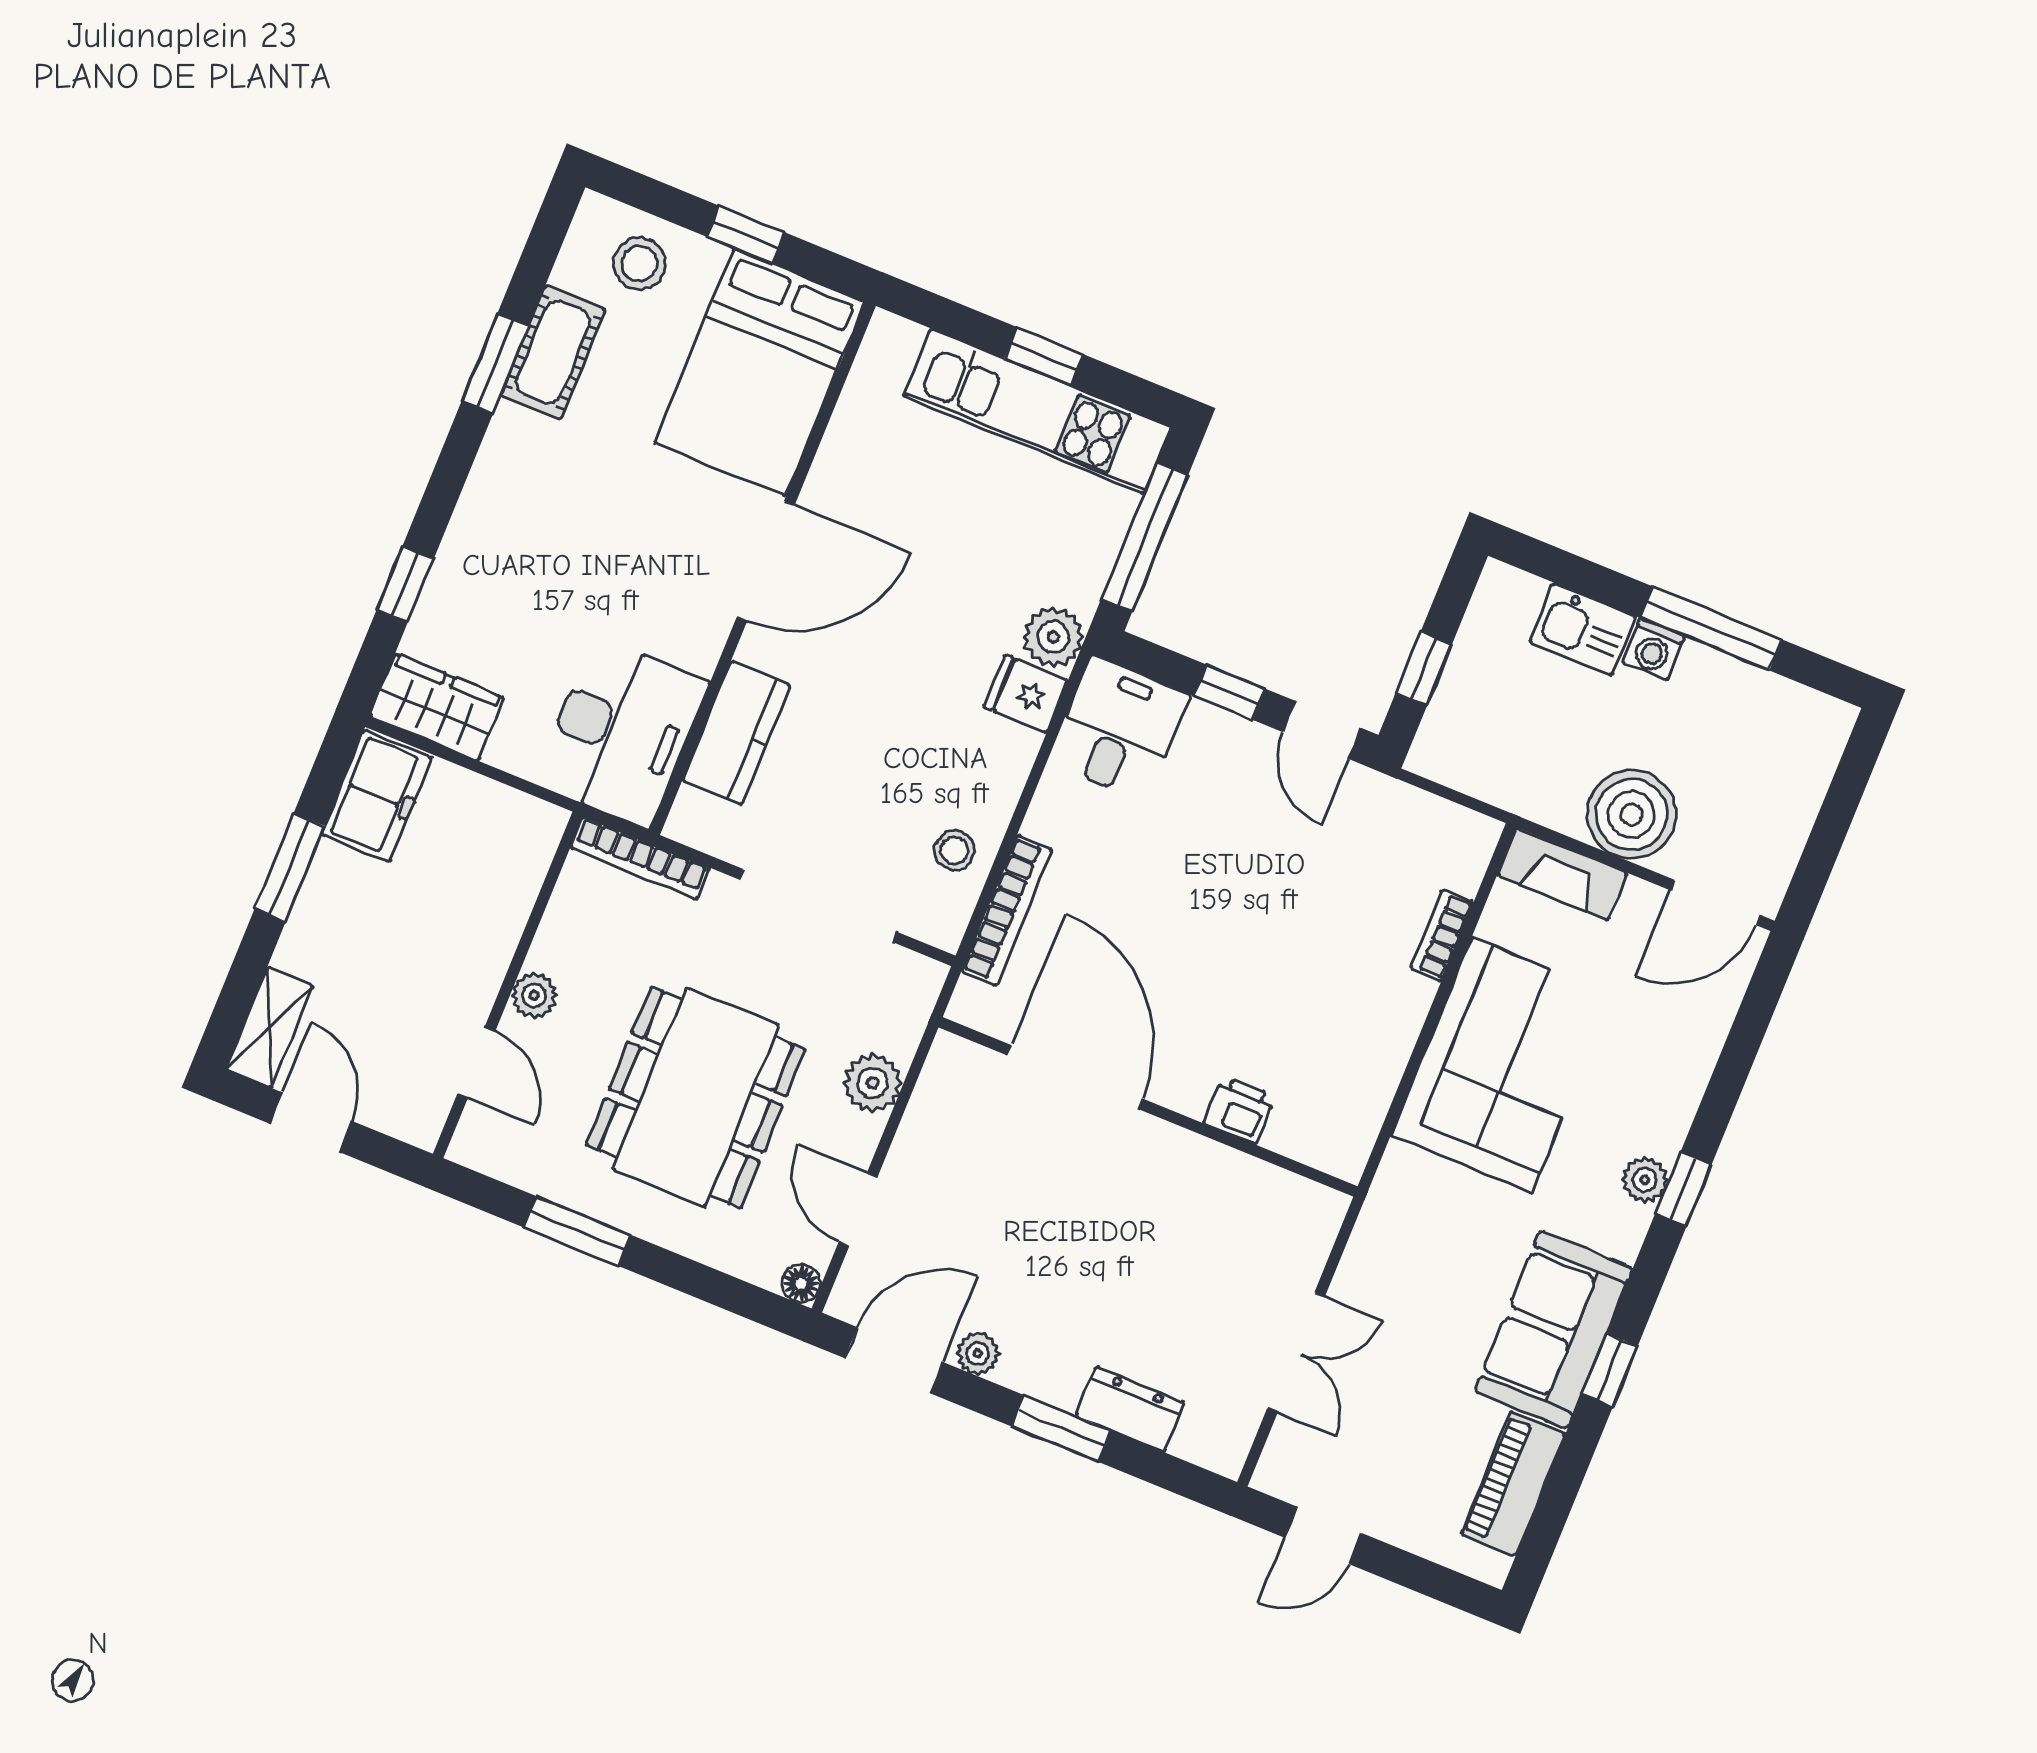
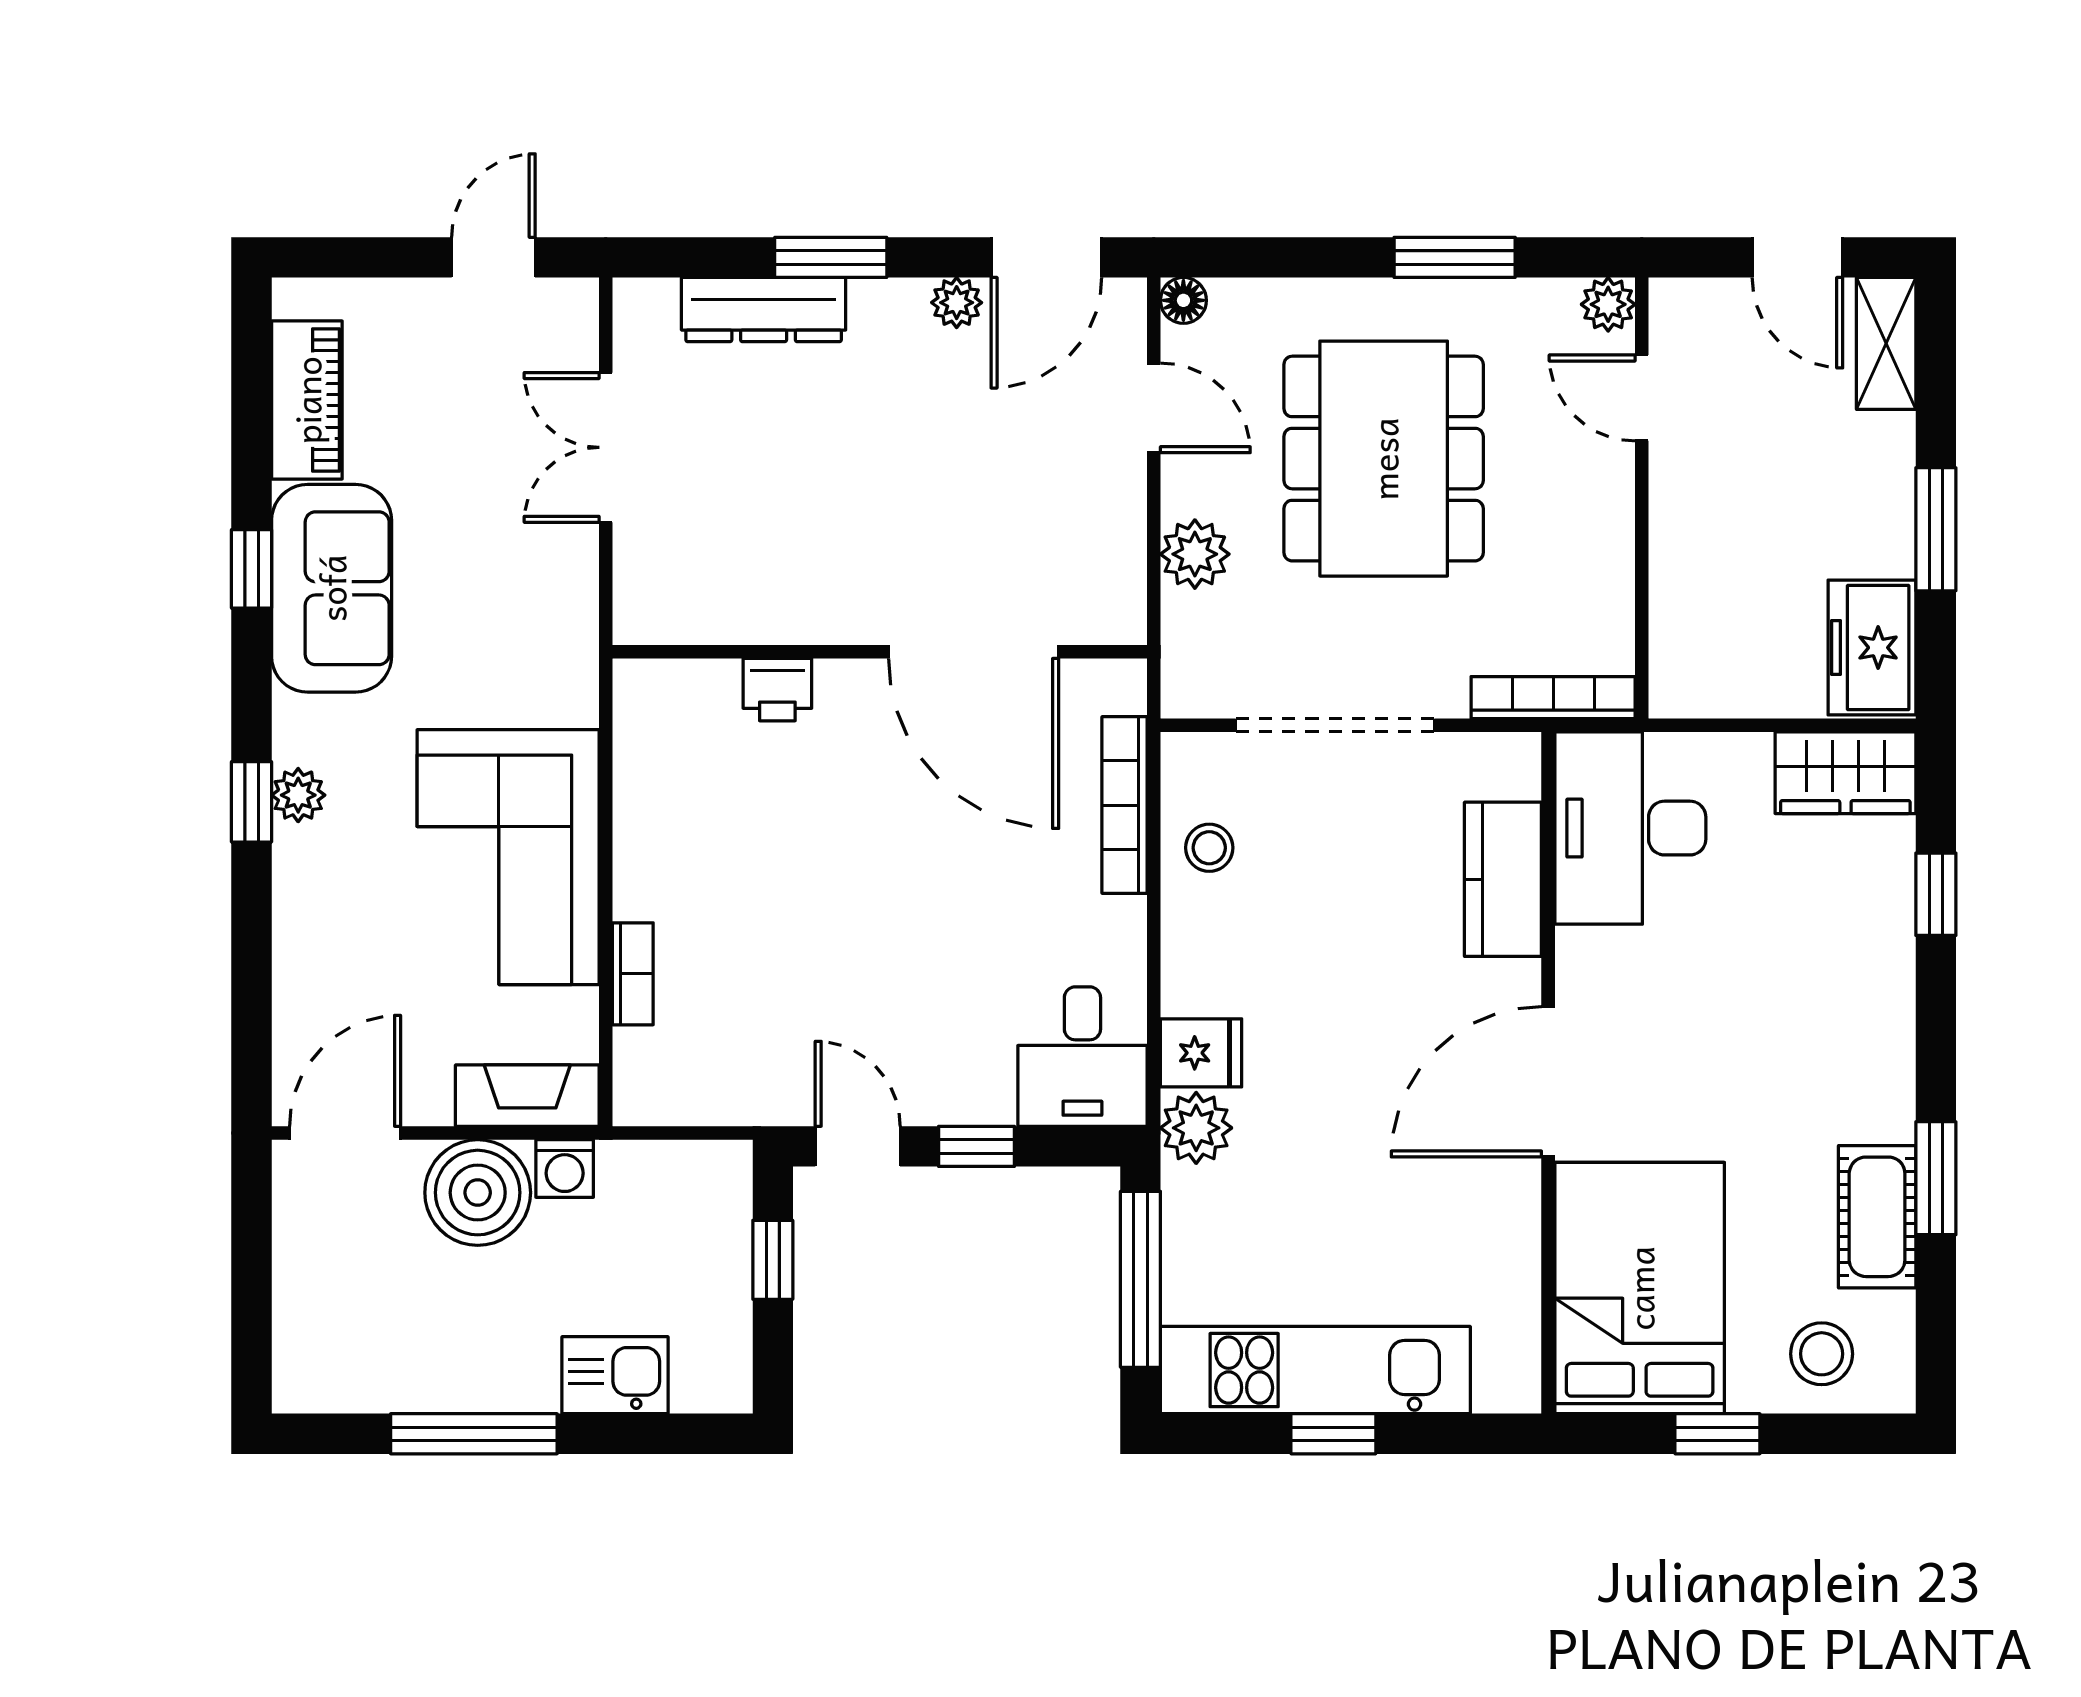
washing machine: (1654, 649) -> (565, 1168), moved, turned 180
plant: (534, 996) -> (1608, 304), moved
dresser: (1130, 1409) -> (764, 310), width x1.44

